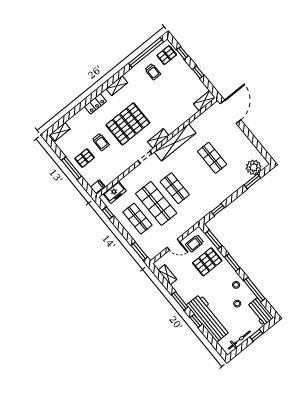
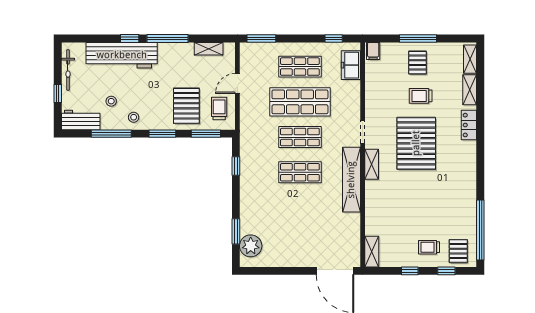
trolley: (153, 72) -> (429, 247), moved
shelving: (117, 86) -> (470, 90), moved
shop shelf: (212, 158) -> (300, 172), moved
window: (180, 301) -> (167, 38), width x1.44

